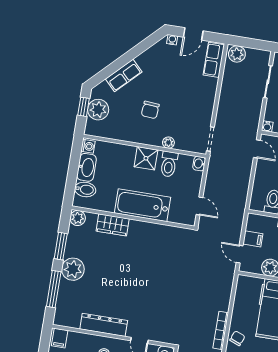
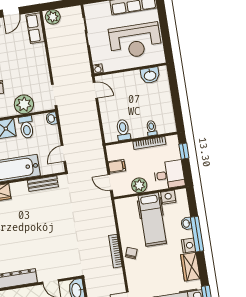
plant: (168, 143) -> (24, 104), width x1.88, depth x1.88
door: (199, 206) -> (63, 154), swing flipped
bench: (166, 231) -> (43, 184), added

